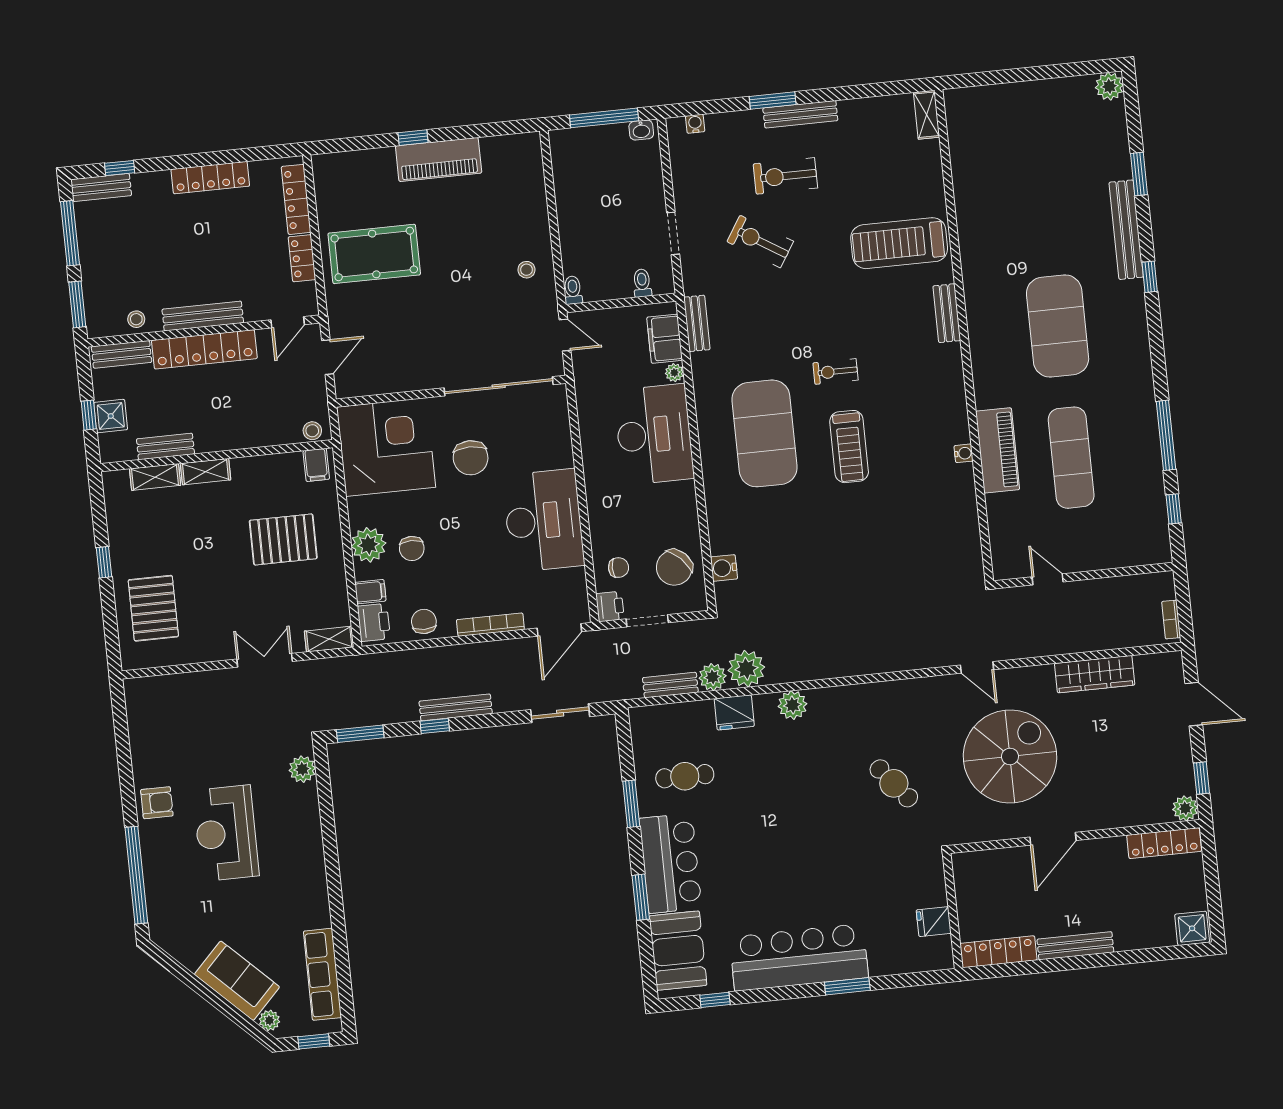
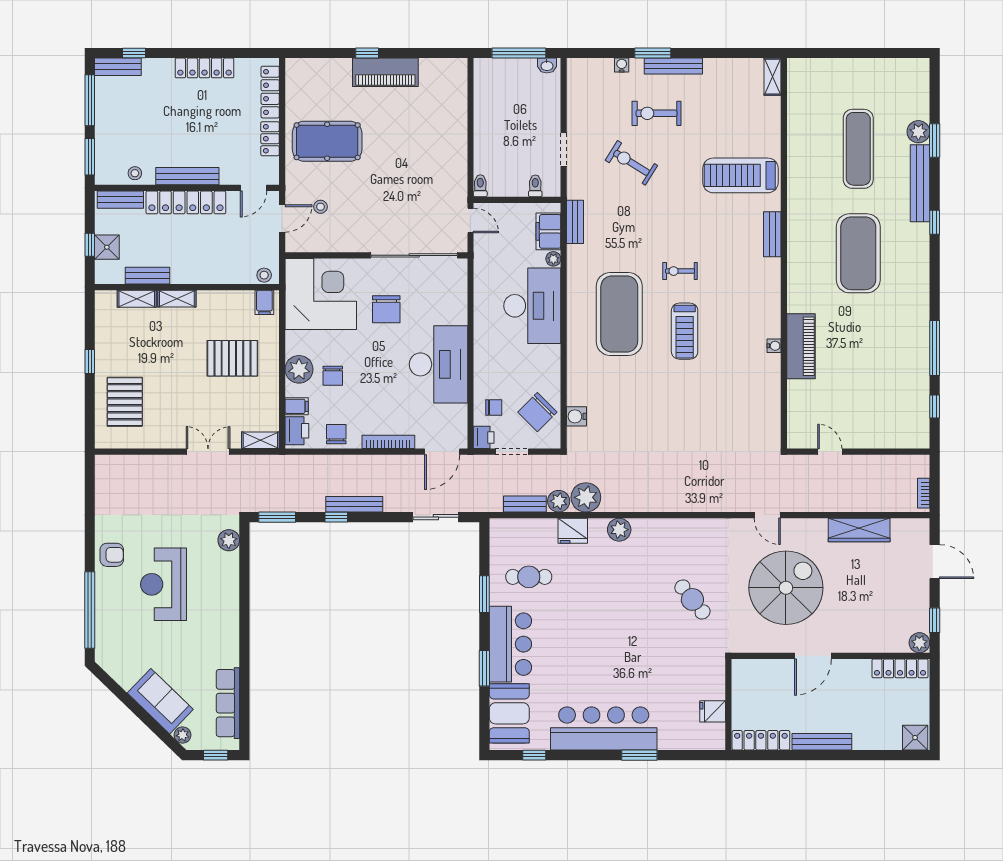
plant: (1109, 86) -> (918, 132), moved
water cooler: (695, 124) -> (622, 65), moved
stool: (526, 270) -> (320, 207), moved
exercise mat: (1071, 458) -> (858, 149), moved

